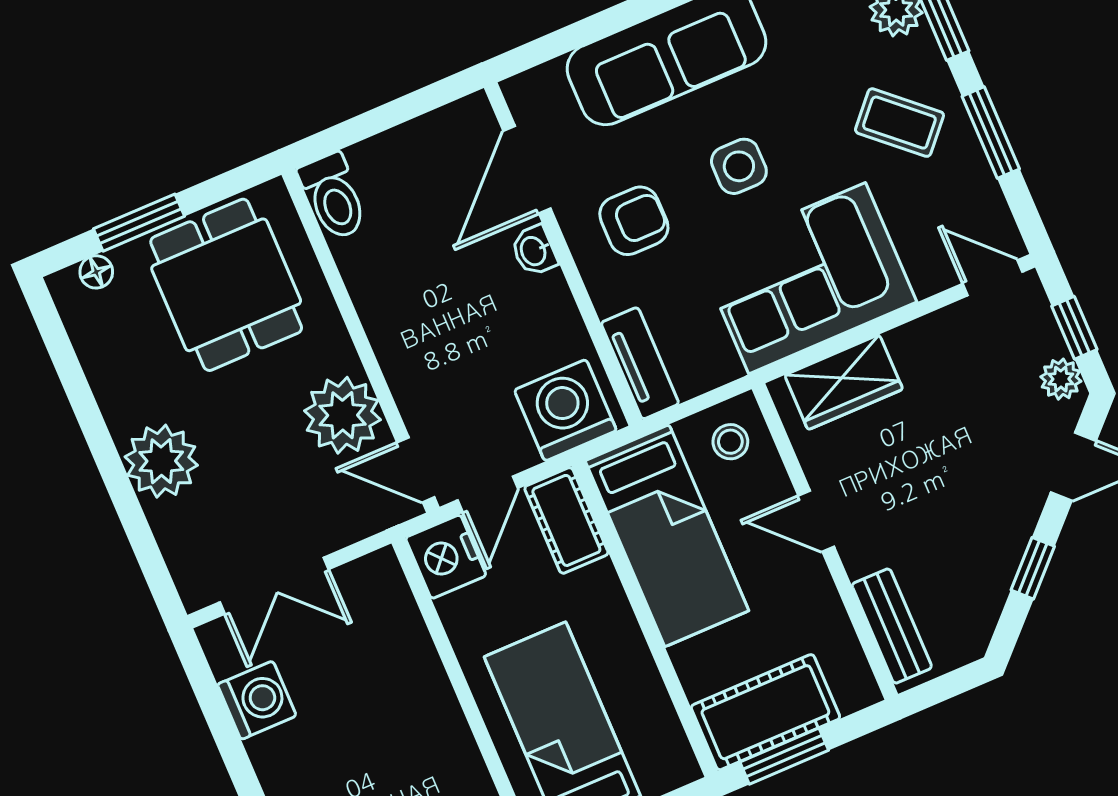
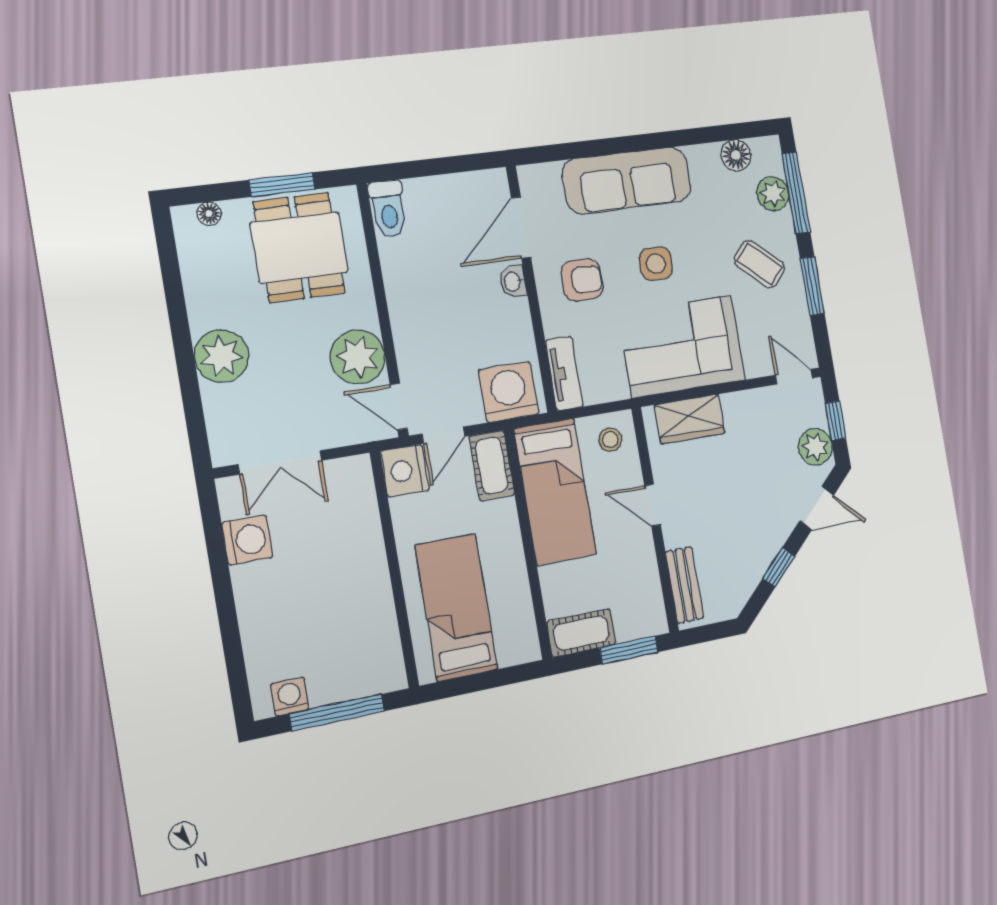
window: (139, 223) -> (282, 185), moved
plant: (1061, 379) -> (815, 447), width x1.38, depth x1.38
cot: (765, 712) -> (581, 633), width x0.73, depth x0.75
window: (784, 756) -> (629, 650), moved

